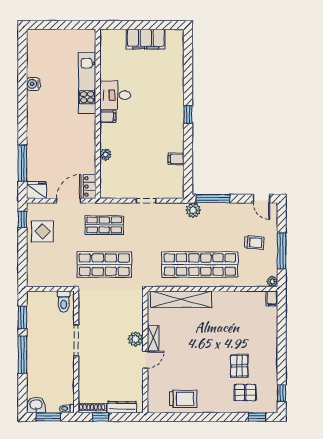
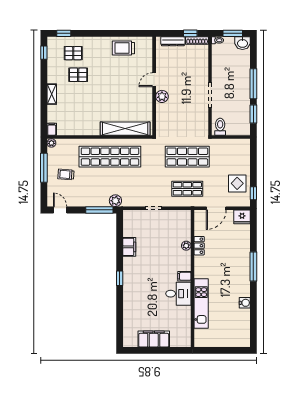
filing cabinet: (176, 159) -> (129, 247), width x2.00
window: (22, 163) -> (253, 267), moved
locker: (90, 186) -> (199, 246), moved
shelving: (153, 338) -> (52, 94), moved
pallet: (239, 366) -> (78, 75), turned 90

